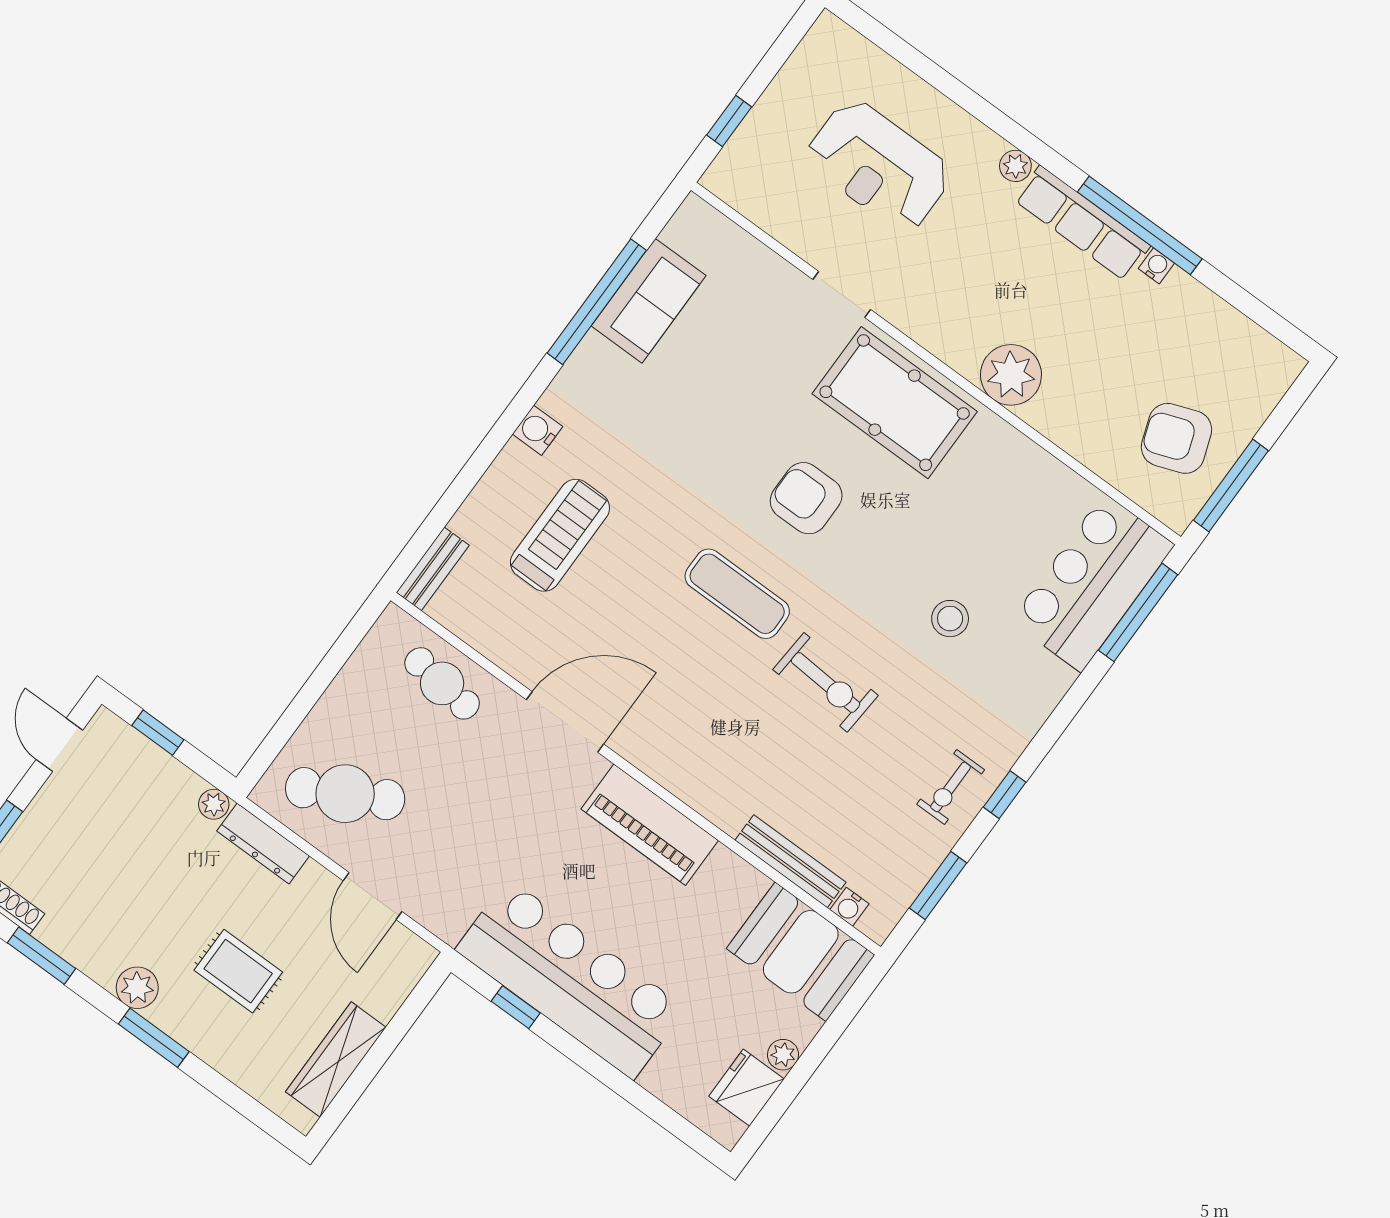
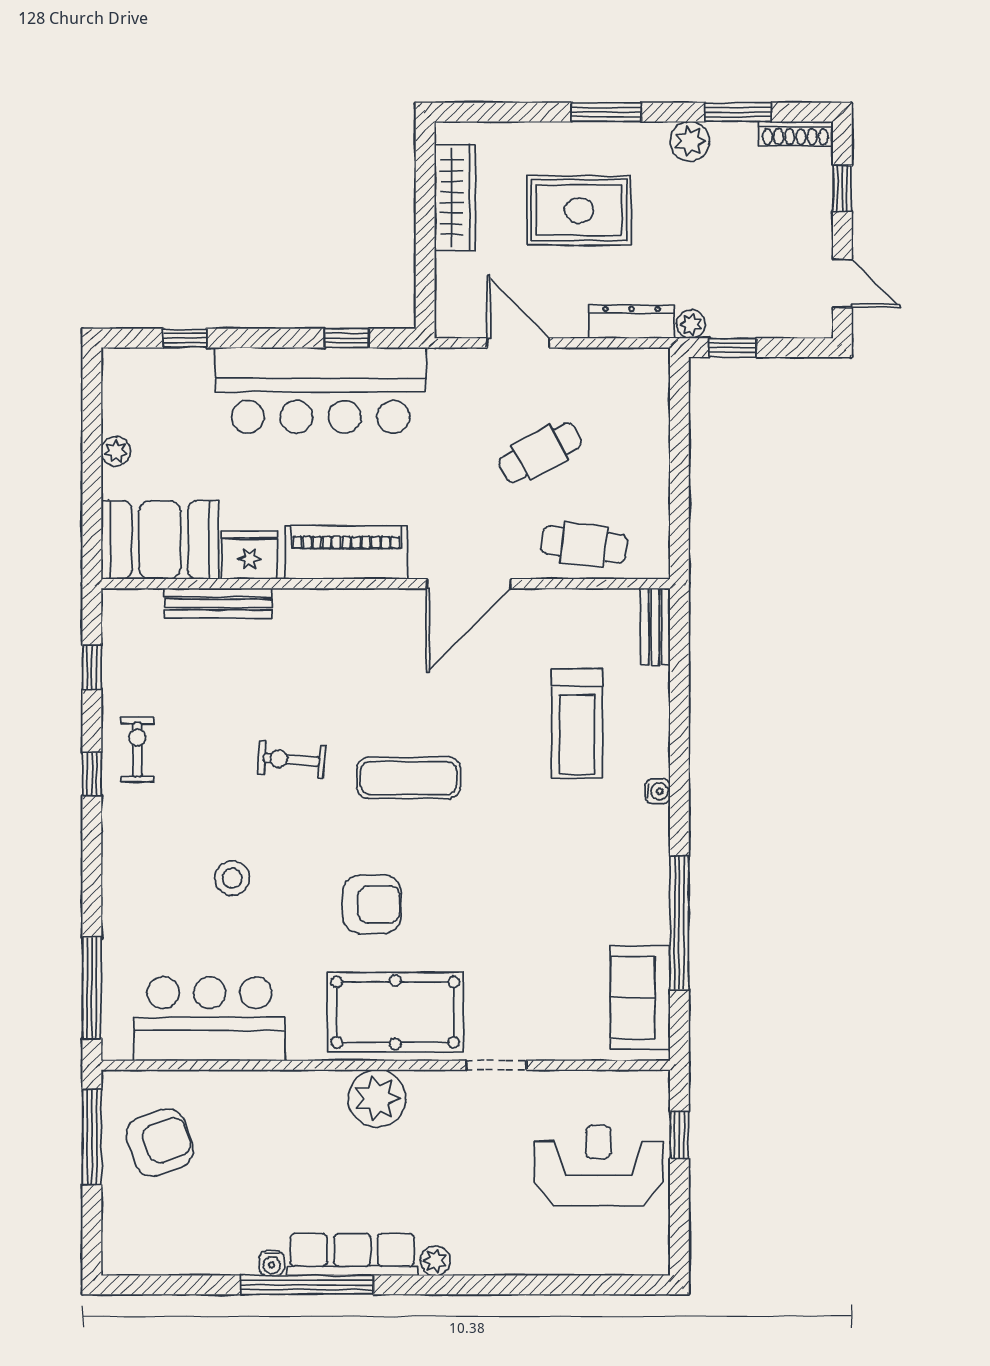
reception desk: (879, 165) -> (598, 1165), moved
sofa: (649, 301) -> (640, 998), moved
plant: (1011, 375) -> (377, 1098), moved
water cooler: (537, 430) -> (658, 791), width x0.72, depth x0.72
armchair: (806, 498) -> (372, 904), moved
bar counter: (1093, 583) -> (210, 1019), moved, turned -90
exercise bike: (826, 682) -> (291, 760), width x0.73, depth x0.72
window: (158, 733) -> (732, 348), moved
cafe table: (345, 794) -> (540, 452), moved, width x0.73, depth x0.74
window: (938, 886) -> (92, 667), width x0.67
water cooler: (849, 907) -> (148, 601), removed
rug: (238, 971) -> (579, 210), width x1.36, depth x1.43
plant: (137, 988) -> (690, 141), moved
fridge: (747, 1088) -> (249, 555), moved, turned -90
window: (654, 1108) -> (185, 338), added

